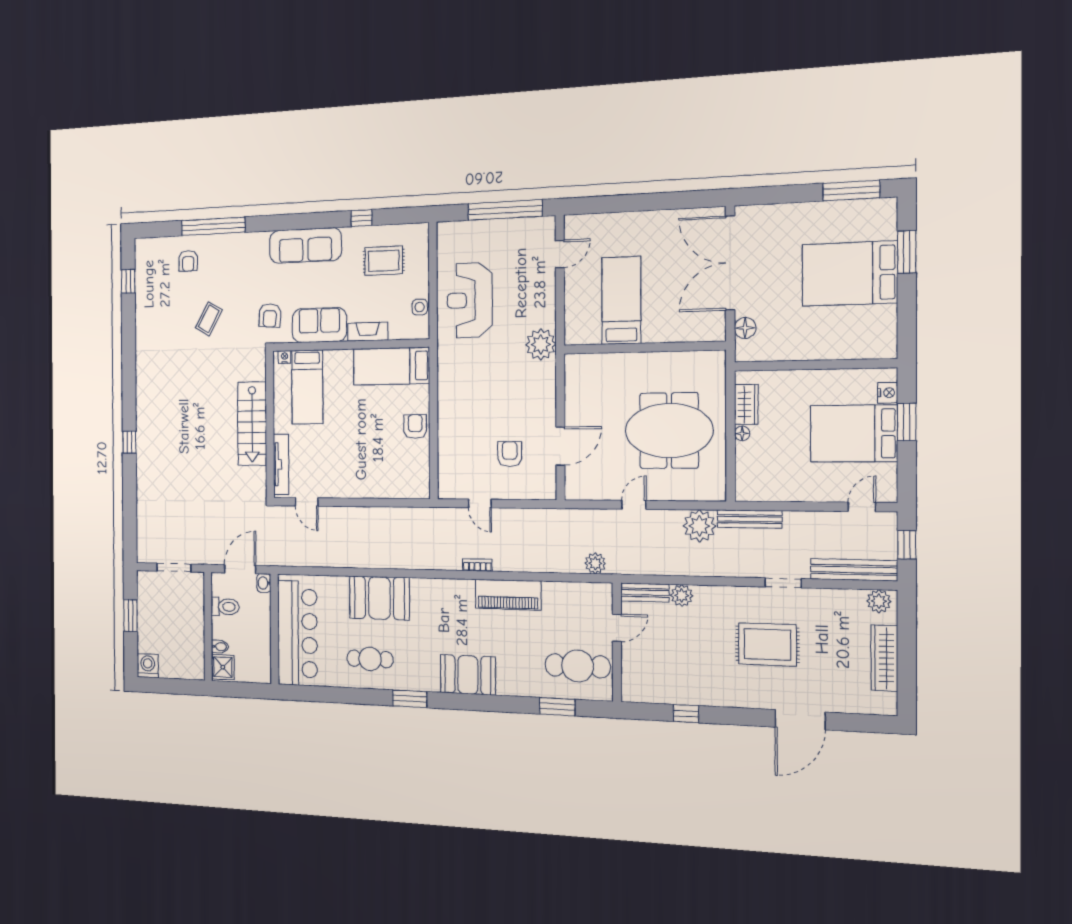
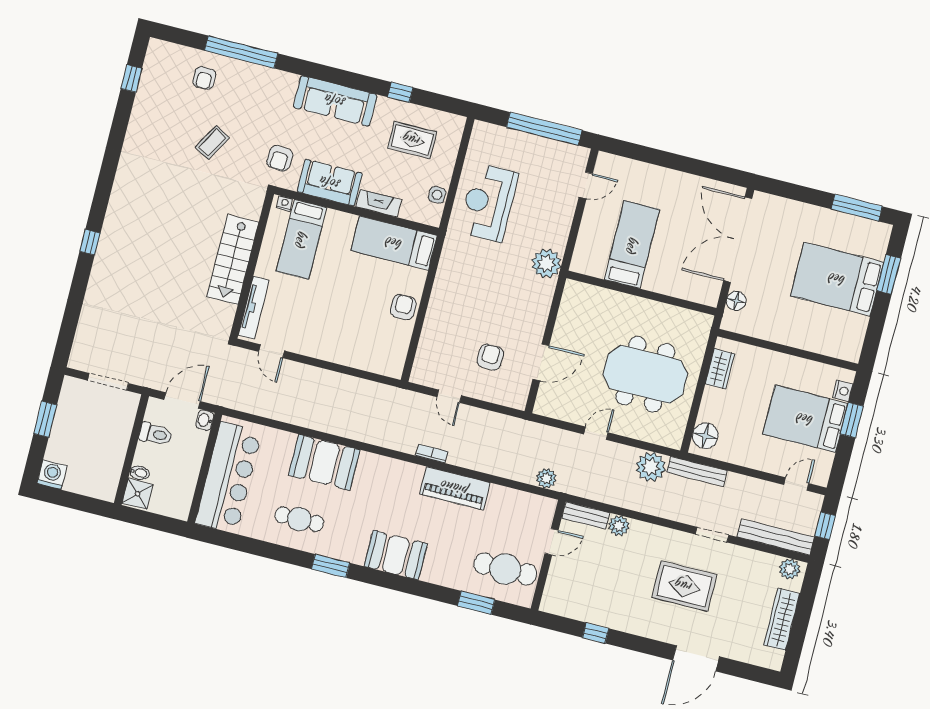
floor lamp: (742, 433) -> (705, 436), moved, width x1.89, depth x1.89

